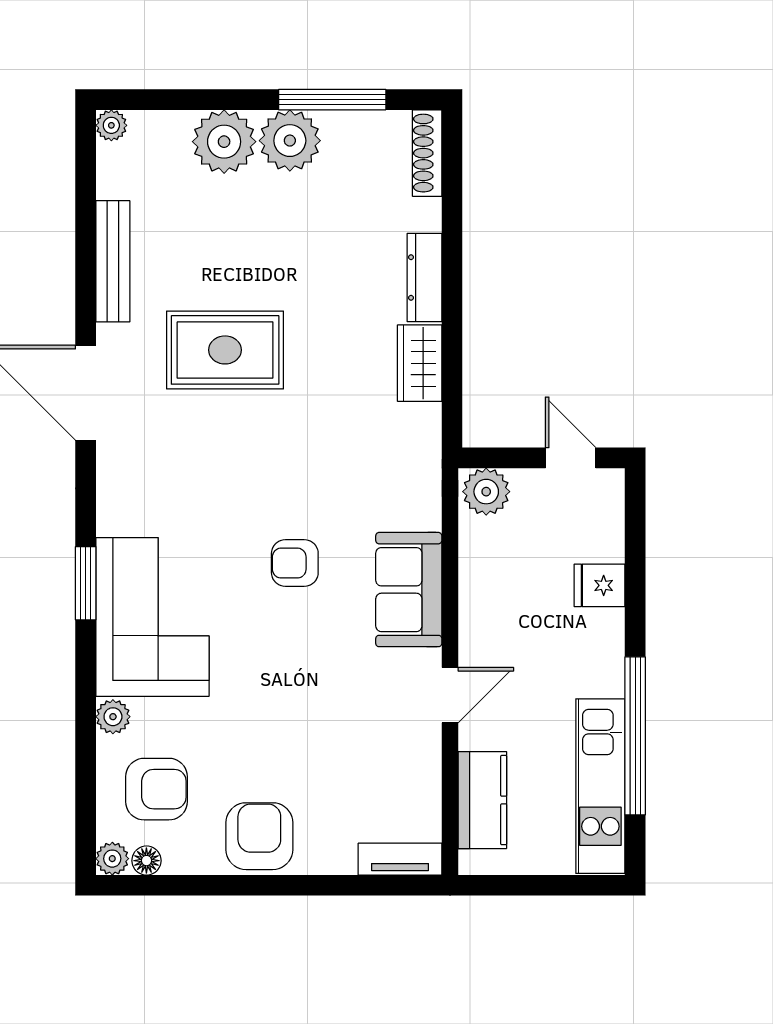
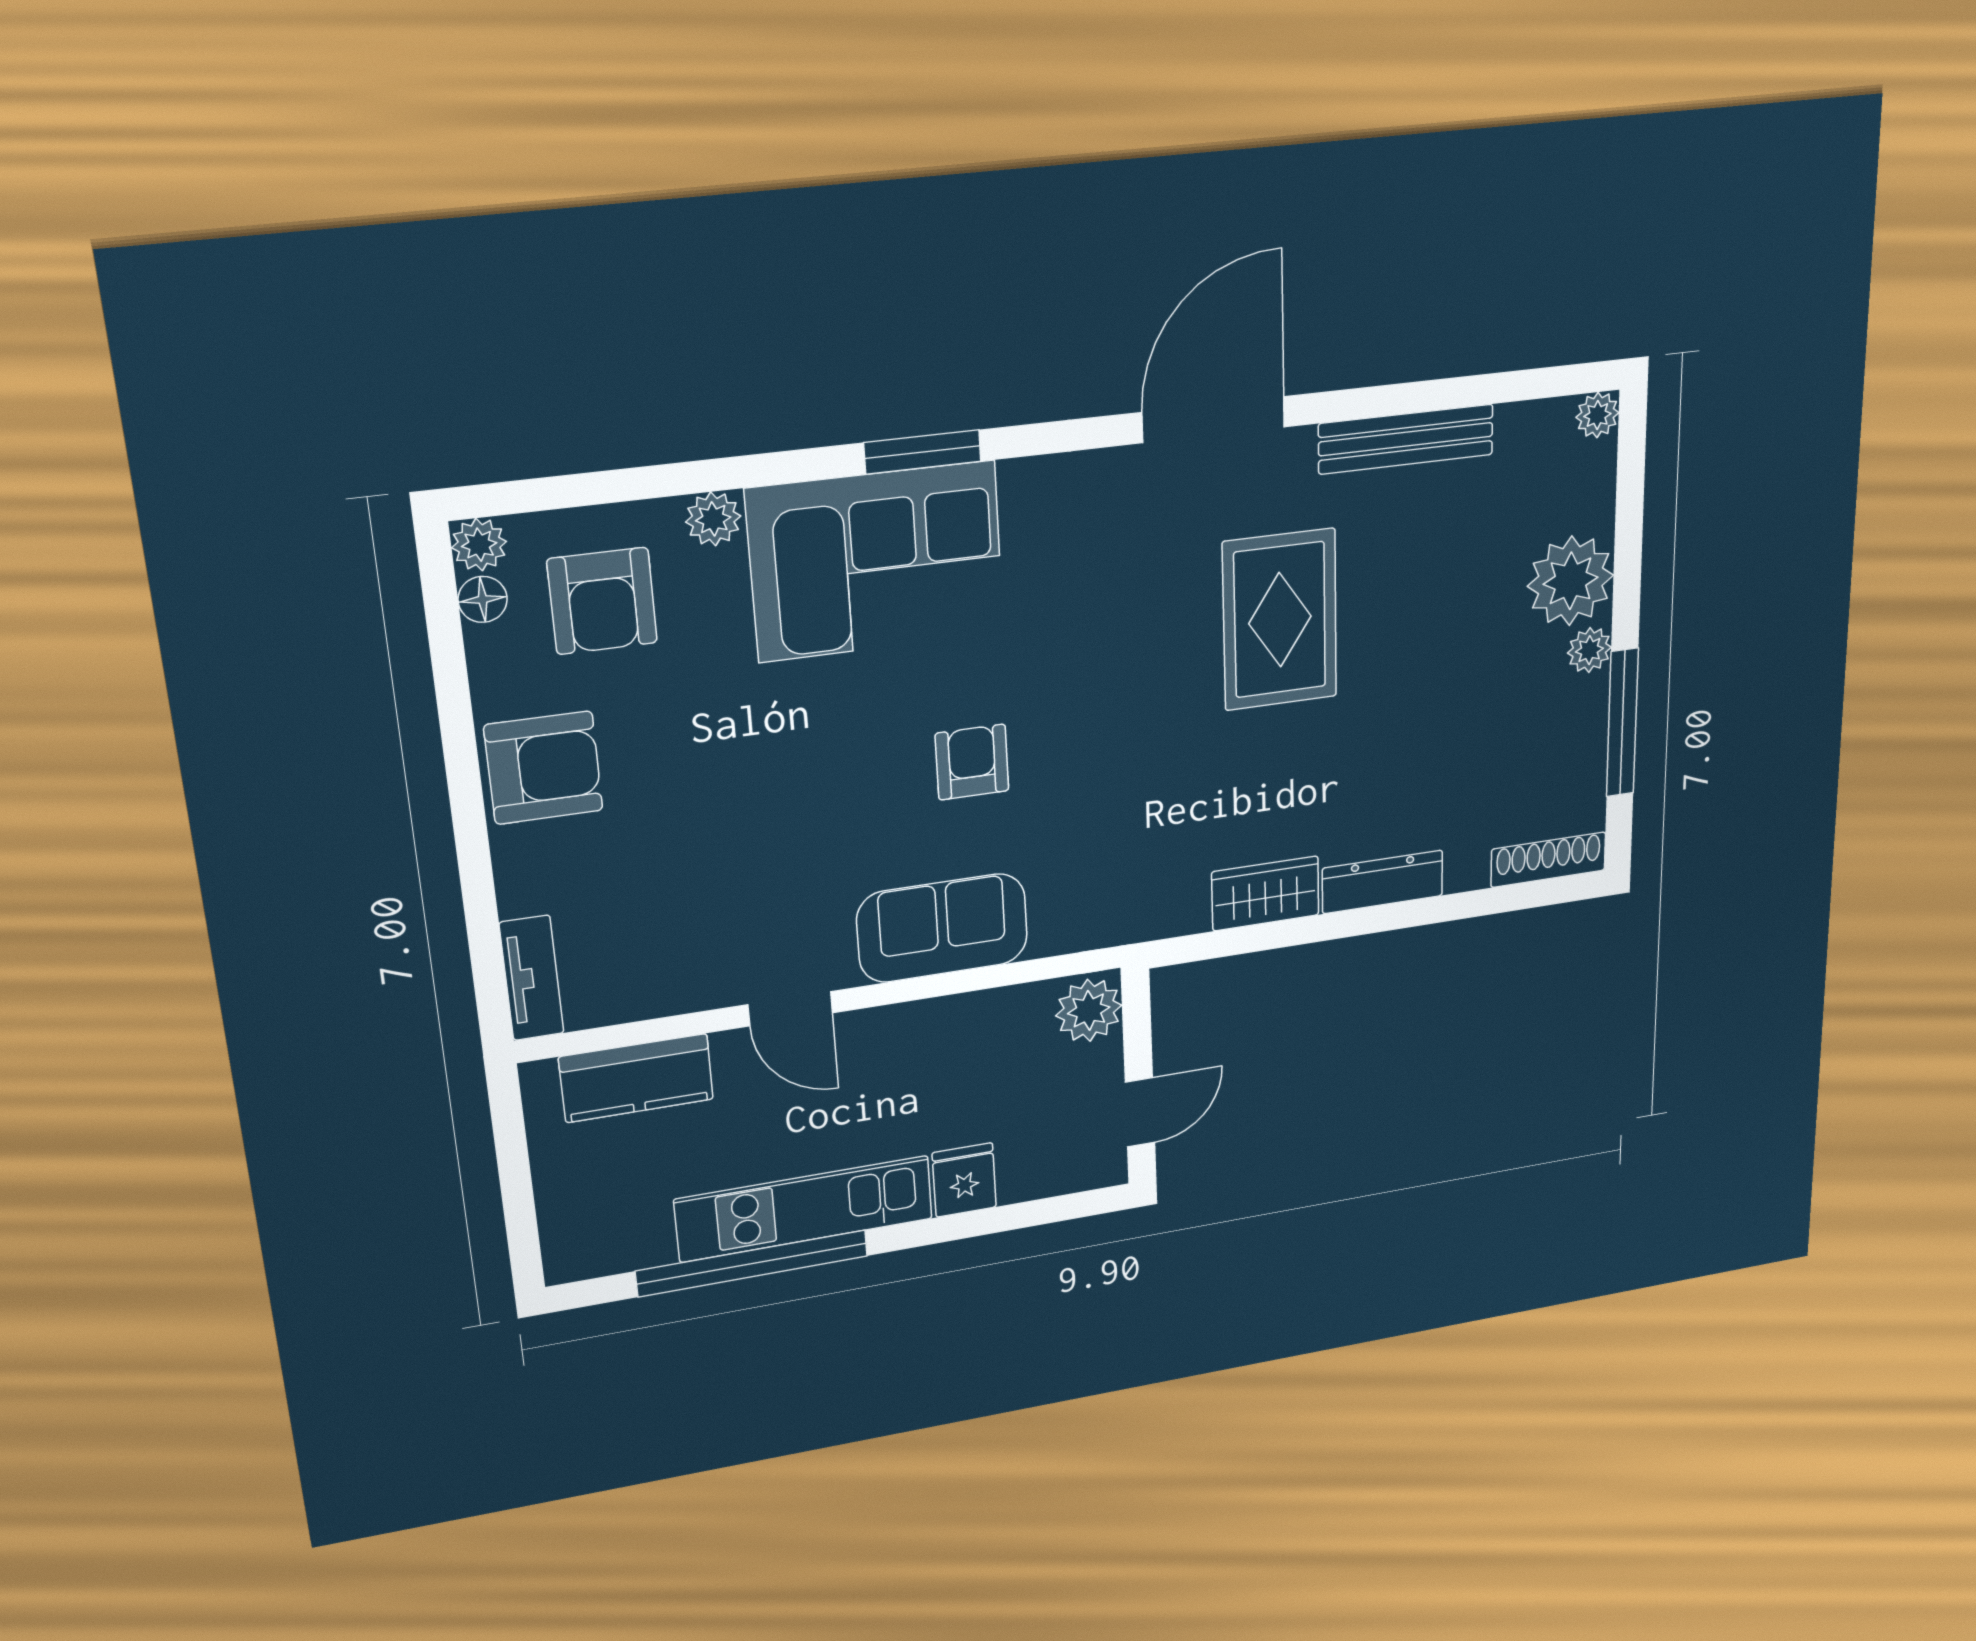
plant: (290, 141) -> (1589, 650), width x0.53, depth x0.53
kitchen unit: (600, 786) -> (804, 1209), moved

